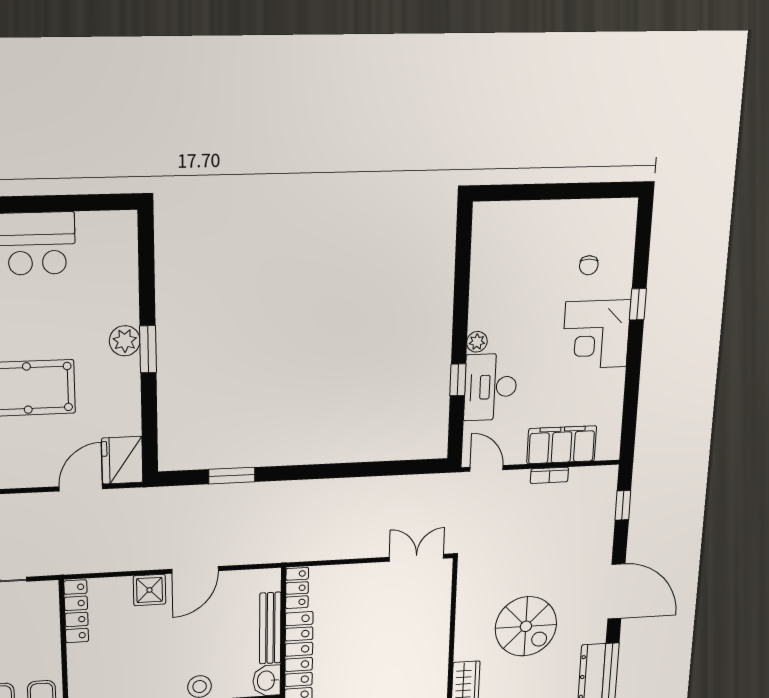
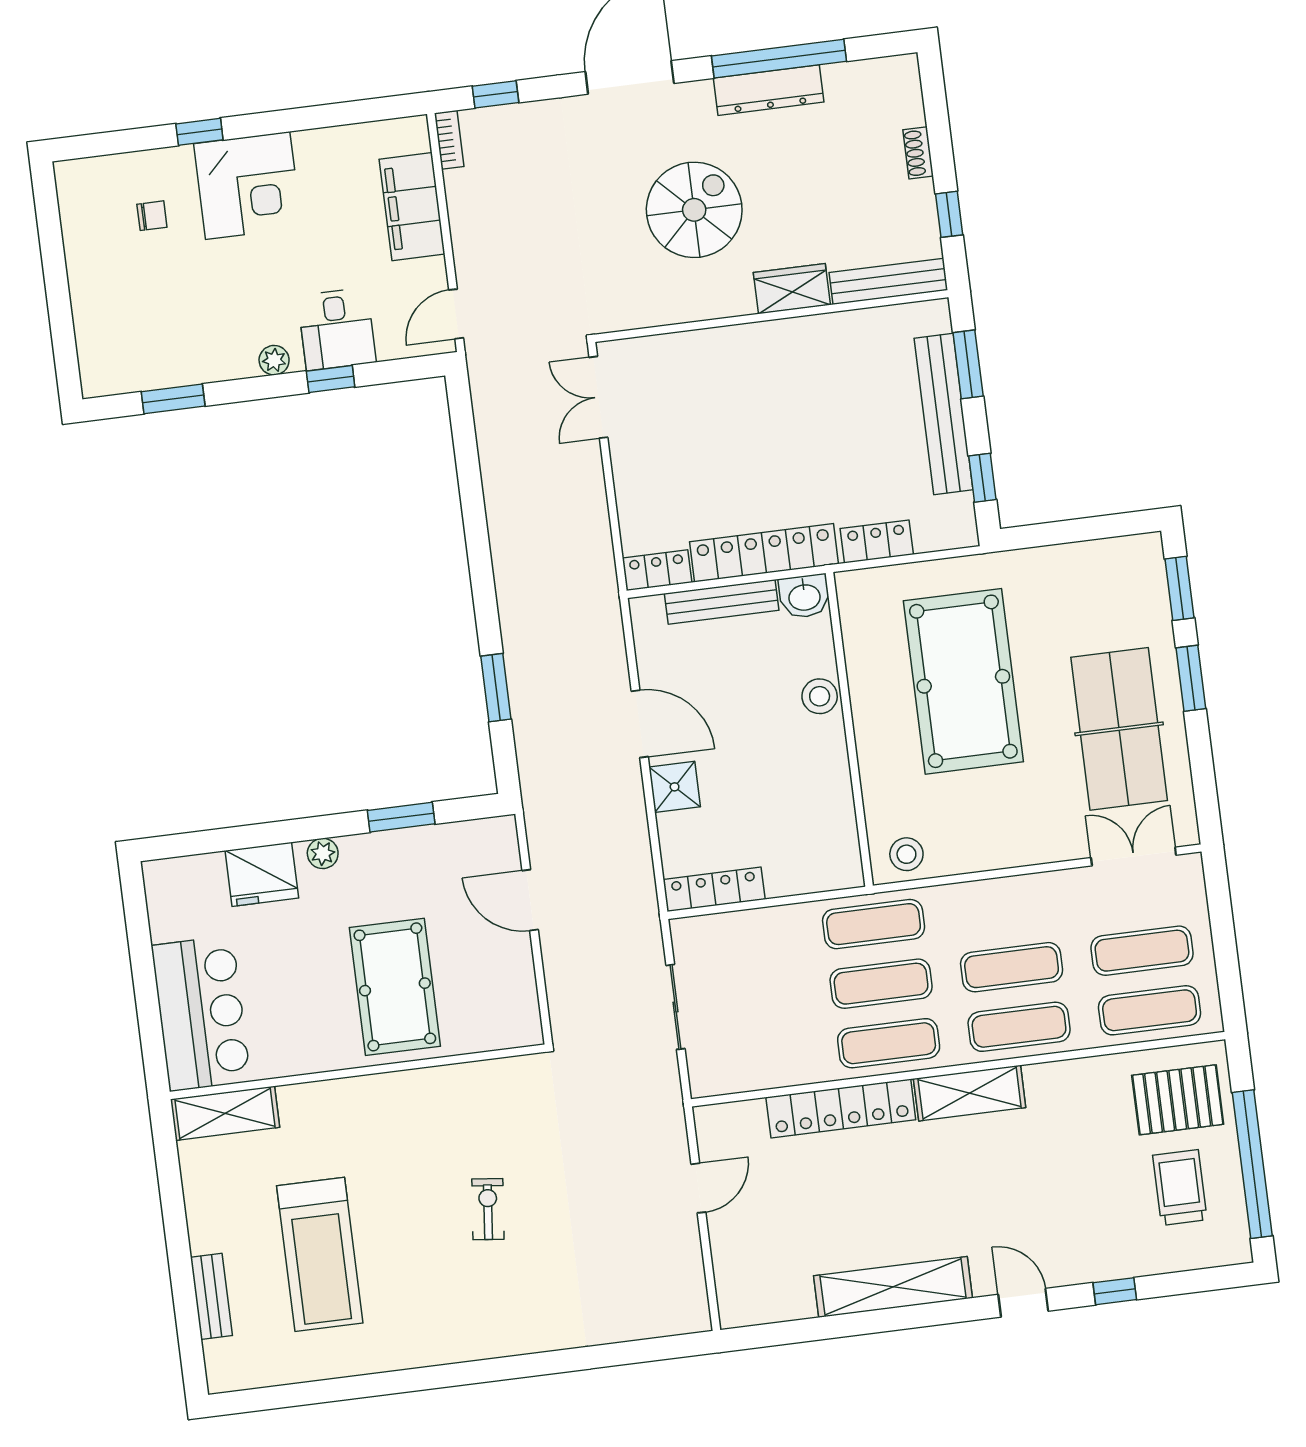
window: (462, 268) -> (173, 399), added
plant: (125, 341) -> (323, 853), width x0.73, depth x0.73
window: (148, 349) -> (401, 817), moved
desk: (490, 387) -> (337, 329), width x0.73
fridge: (122, 460) -> (262, 874), moved
bookcase: (549, 475) -> (449, 140), moved

